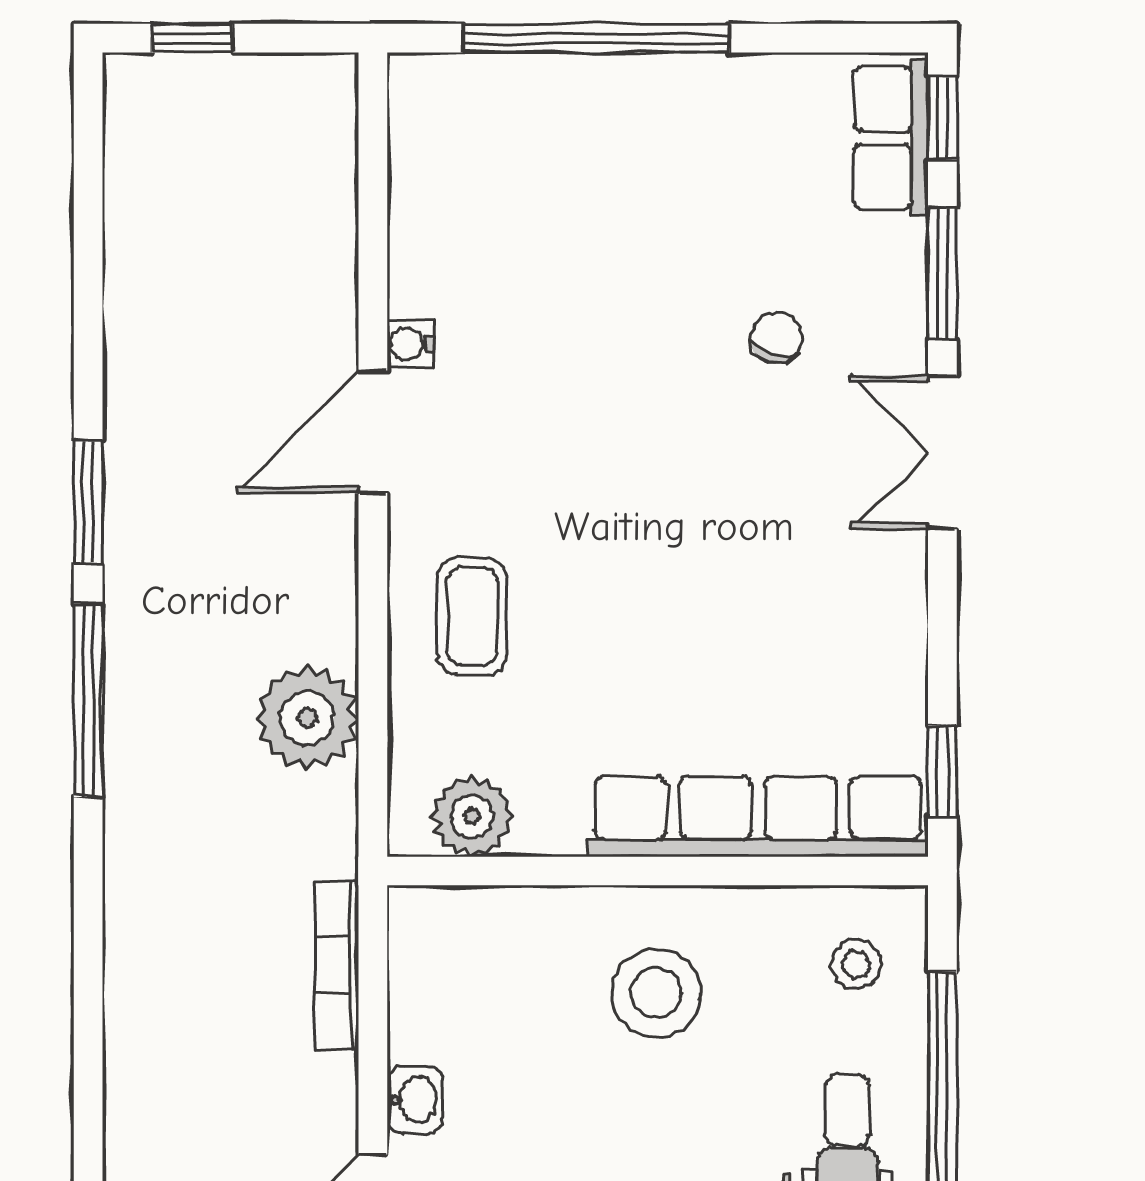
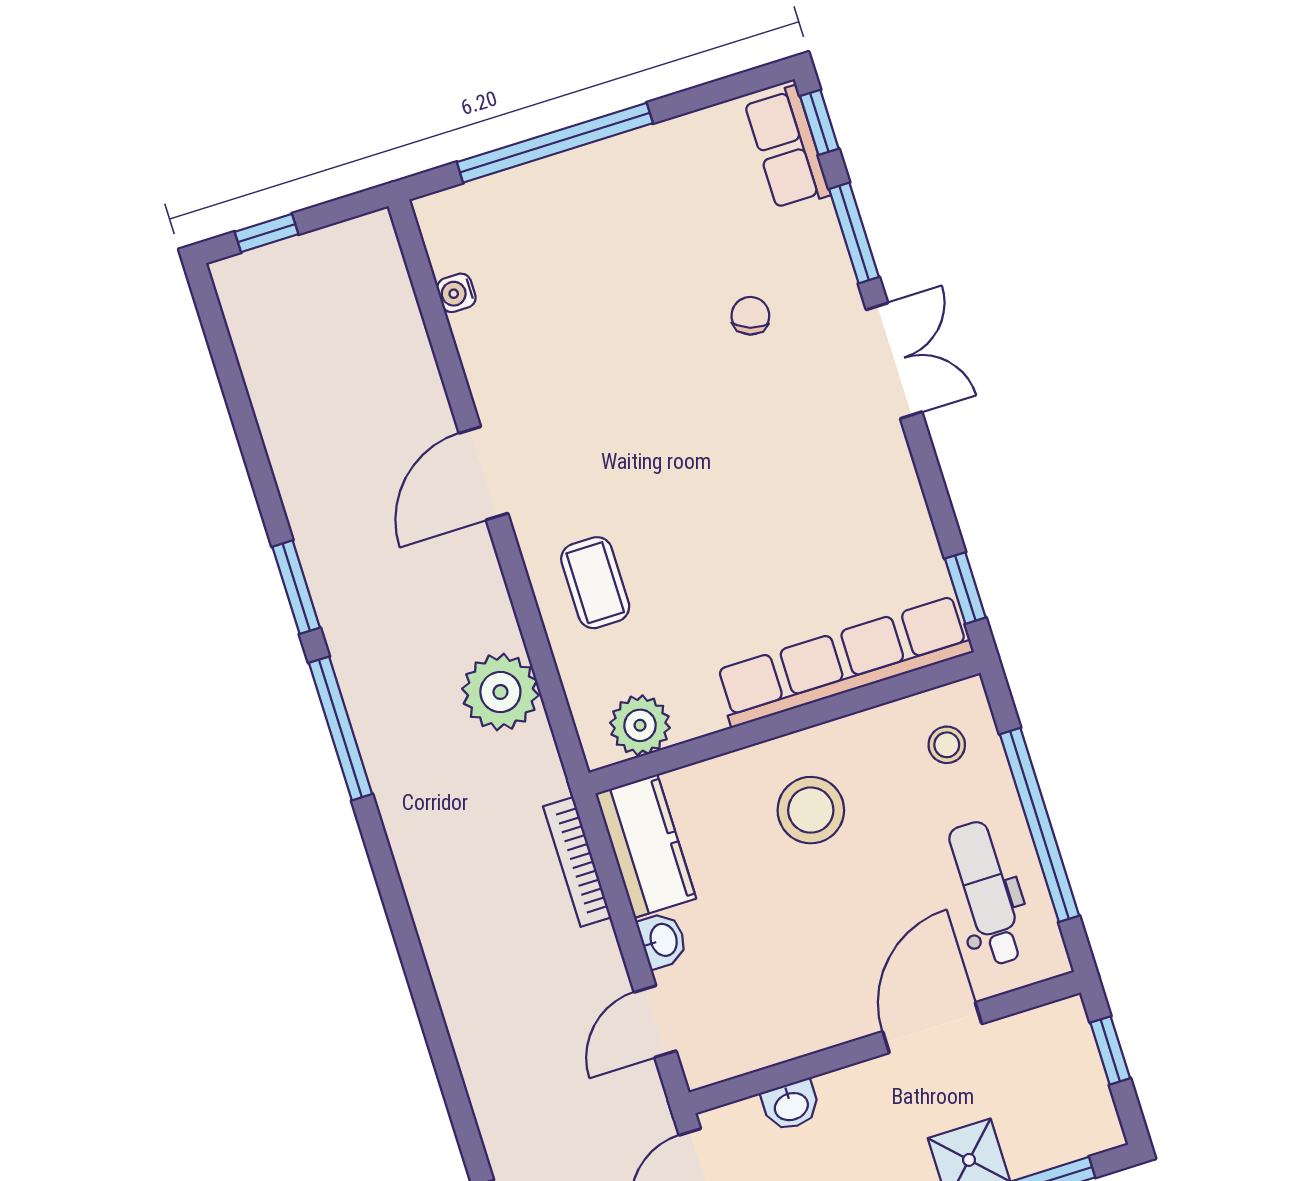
water cooler: (411, 344) -> (456, 293), moved
double door: (942, 452) -> (894, 361), swing flipped
kitchen counter: (431, 973) -> (646, 846), added

